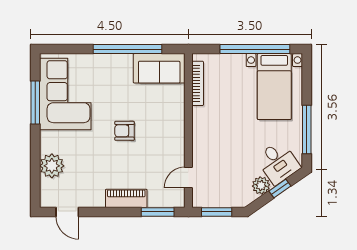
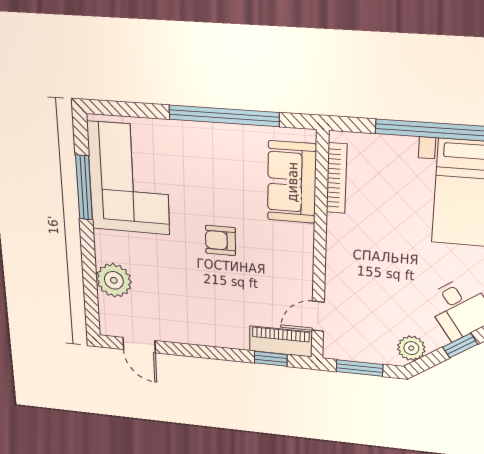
sofa: (159, 68) -> (292, 182), moved, turned 90
plant: (261, 185) -> (411, 348), moved
piano: (126, 198) -> (281, 341), moved
window: (158, 212) -> (271, 359), width x0.67

